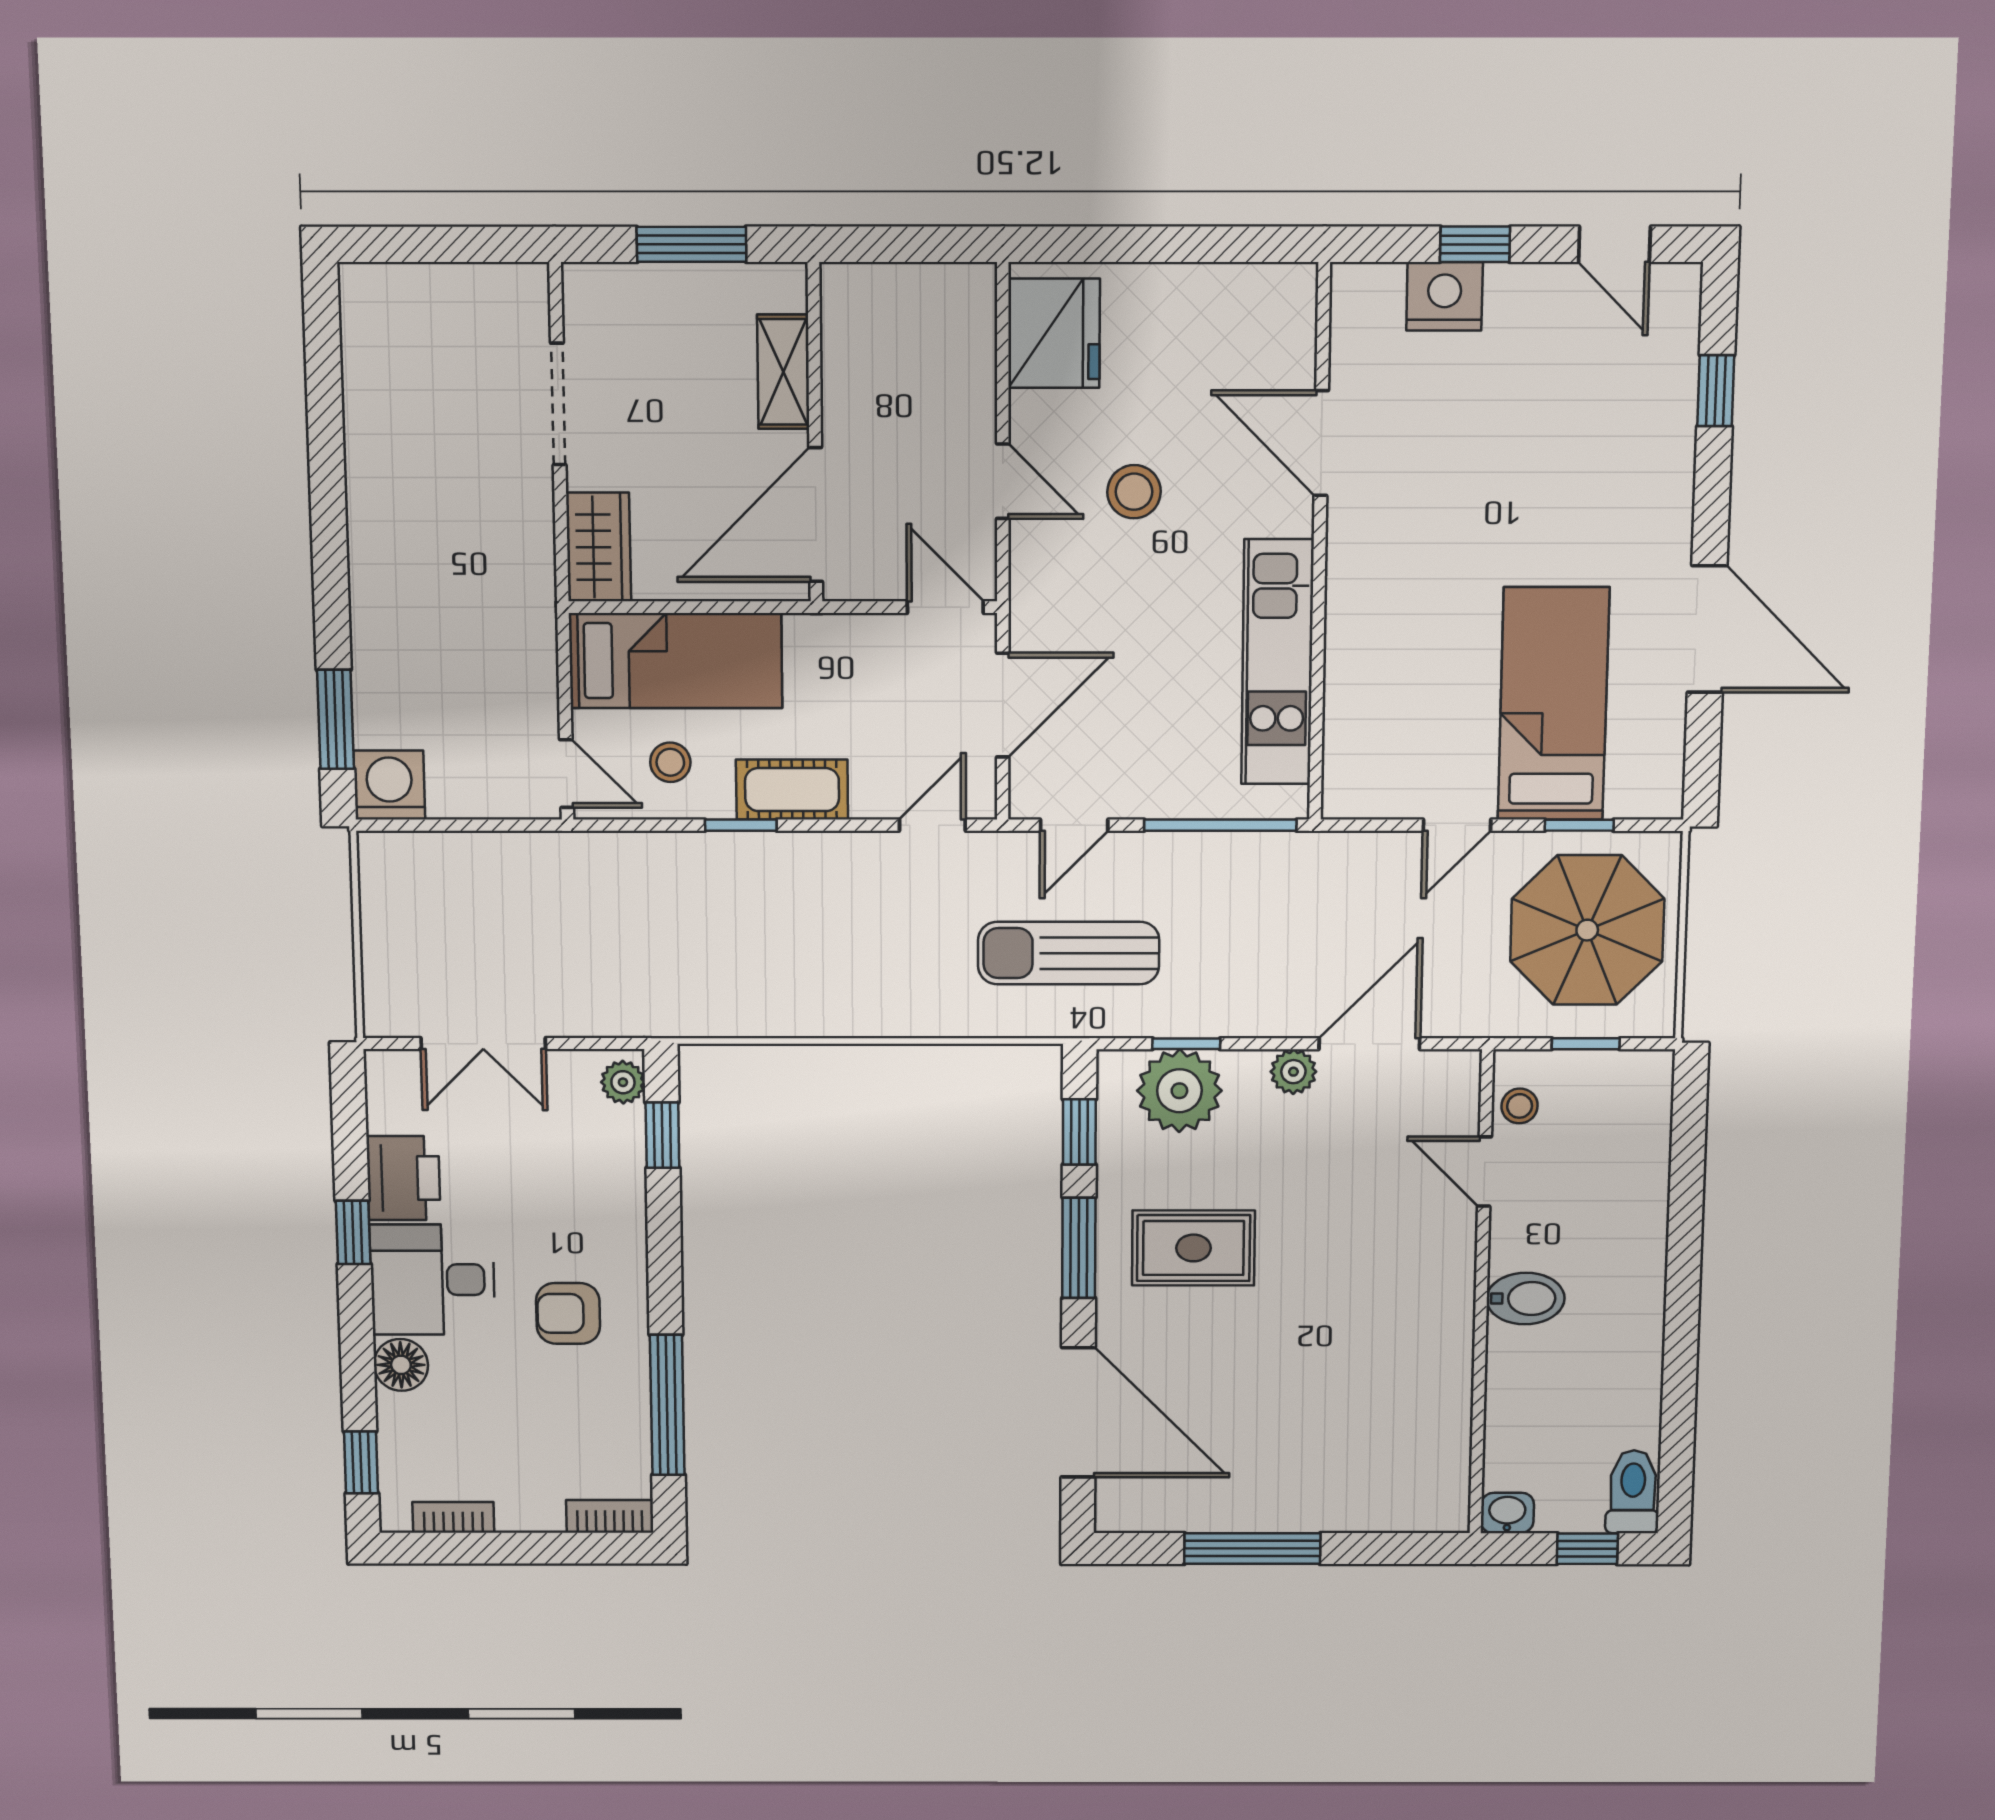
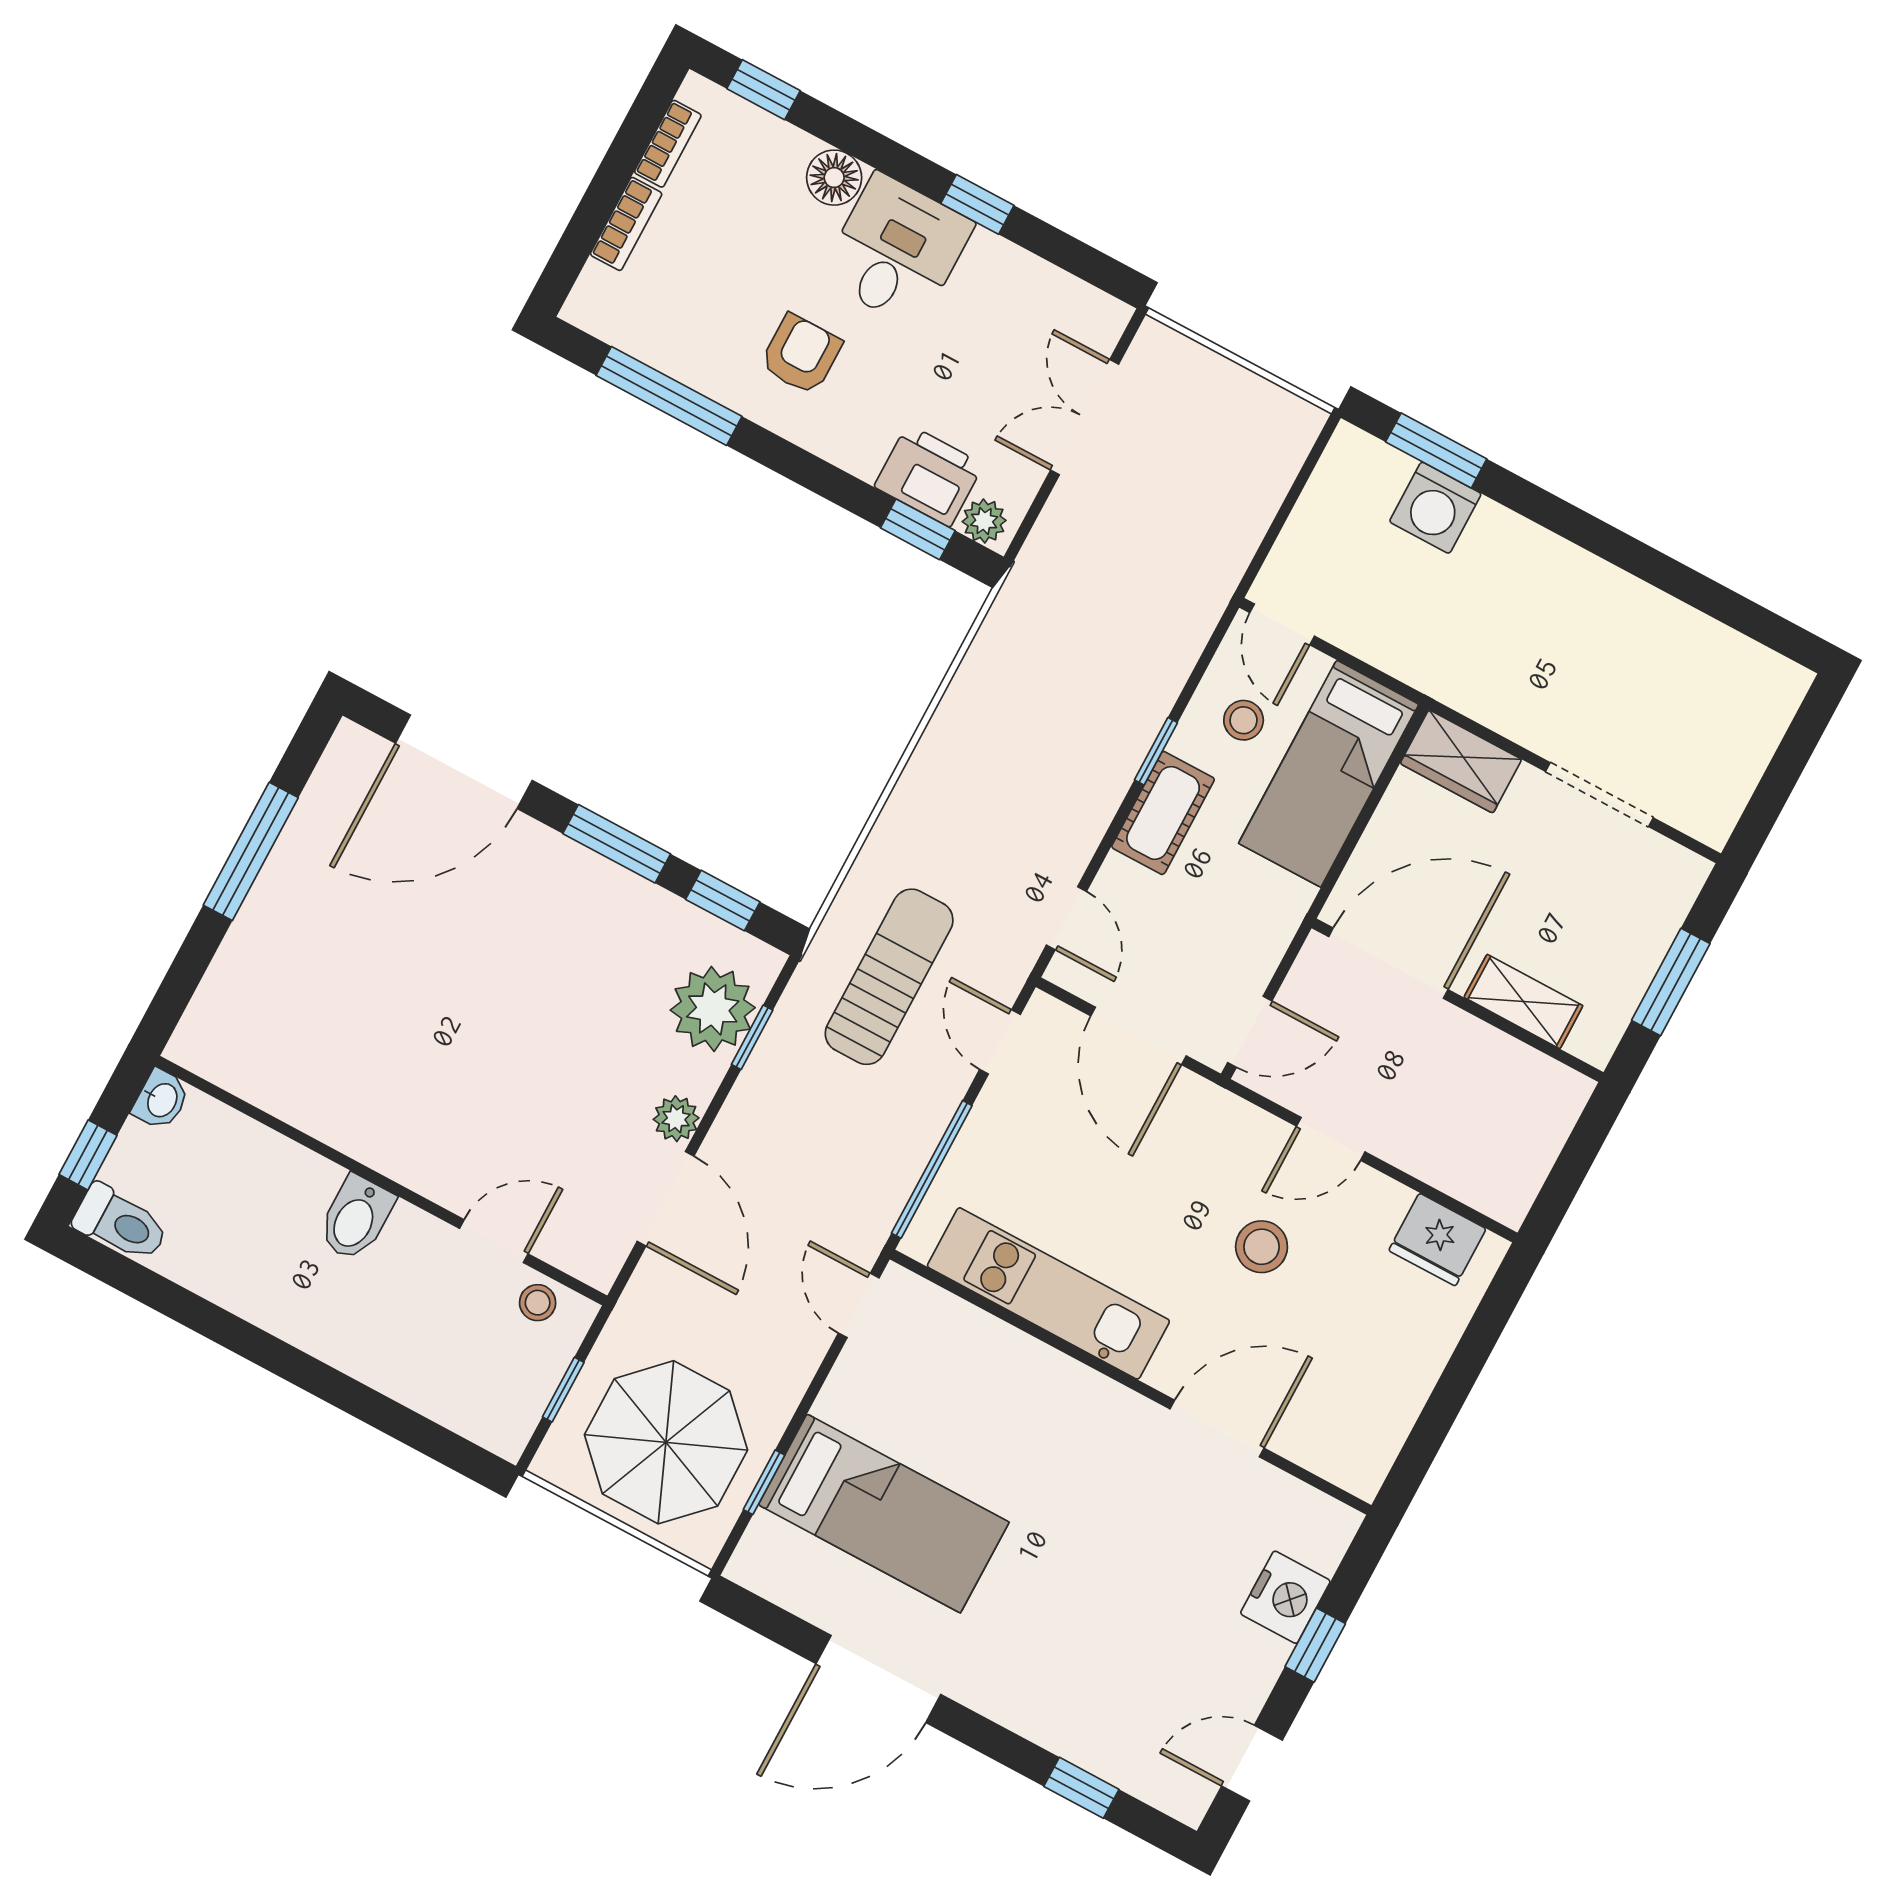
fridge: (1054, 333) -> (1437, 1240), width x0.73, depth x0.75
door: (816, 515) -> (1388, 963), hinge flipped
door: (567, 774) -> (1282, 624), hinge flipped
washing machine: (389, 785) -> (1435, 508), moved, turned 90
door: (1457, 825) -> (859, 1305), moved
printer: (403, 1178) -> (929, 476), moved, turned 180
rug: (1193, 1248) -> (562, 946), removed
bookcase: (610, 1516) -> (626, 224), moved

